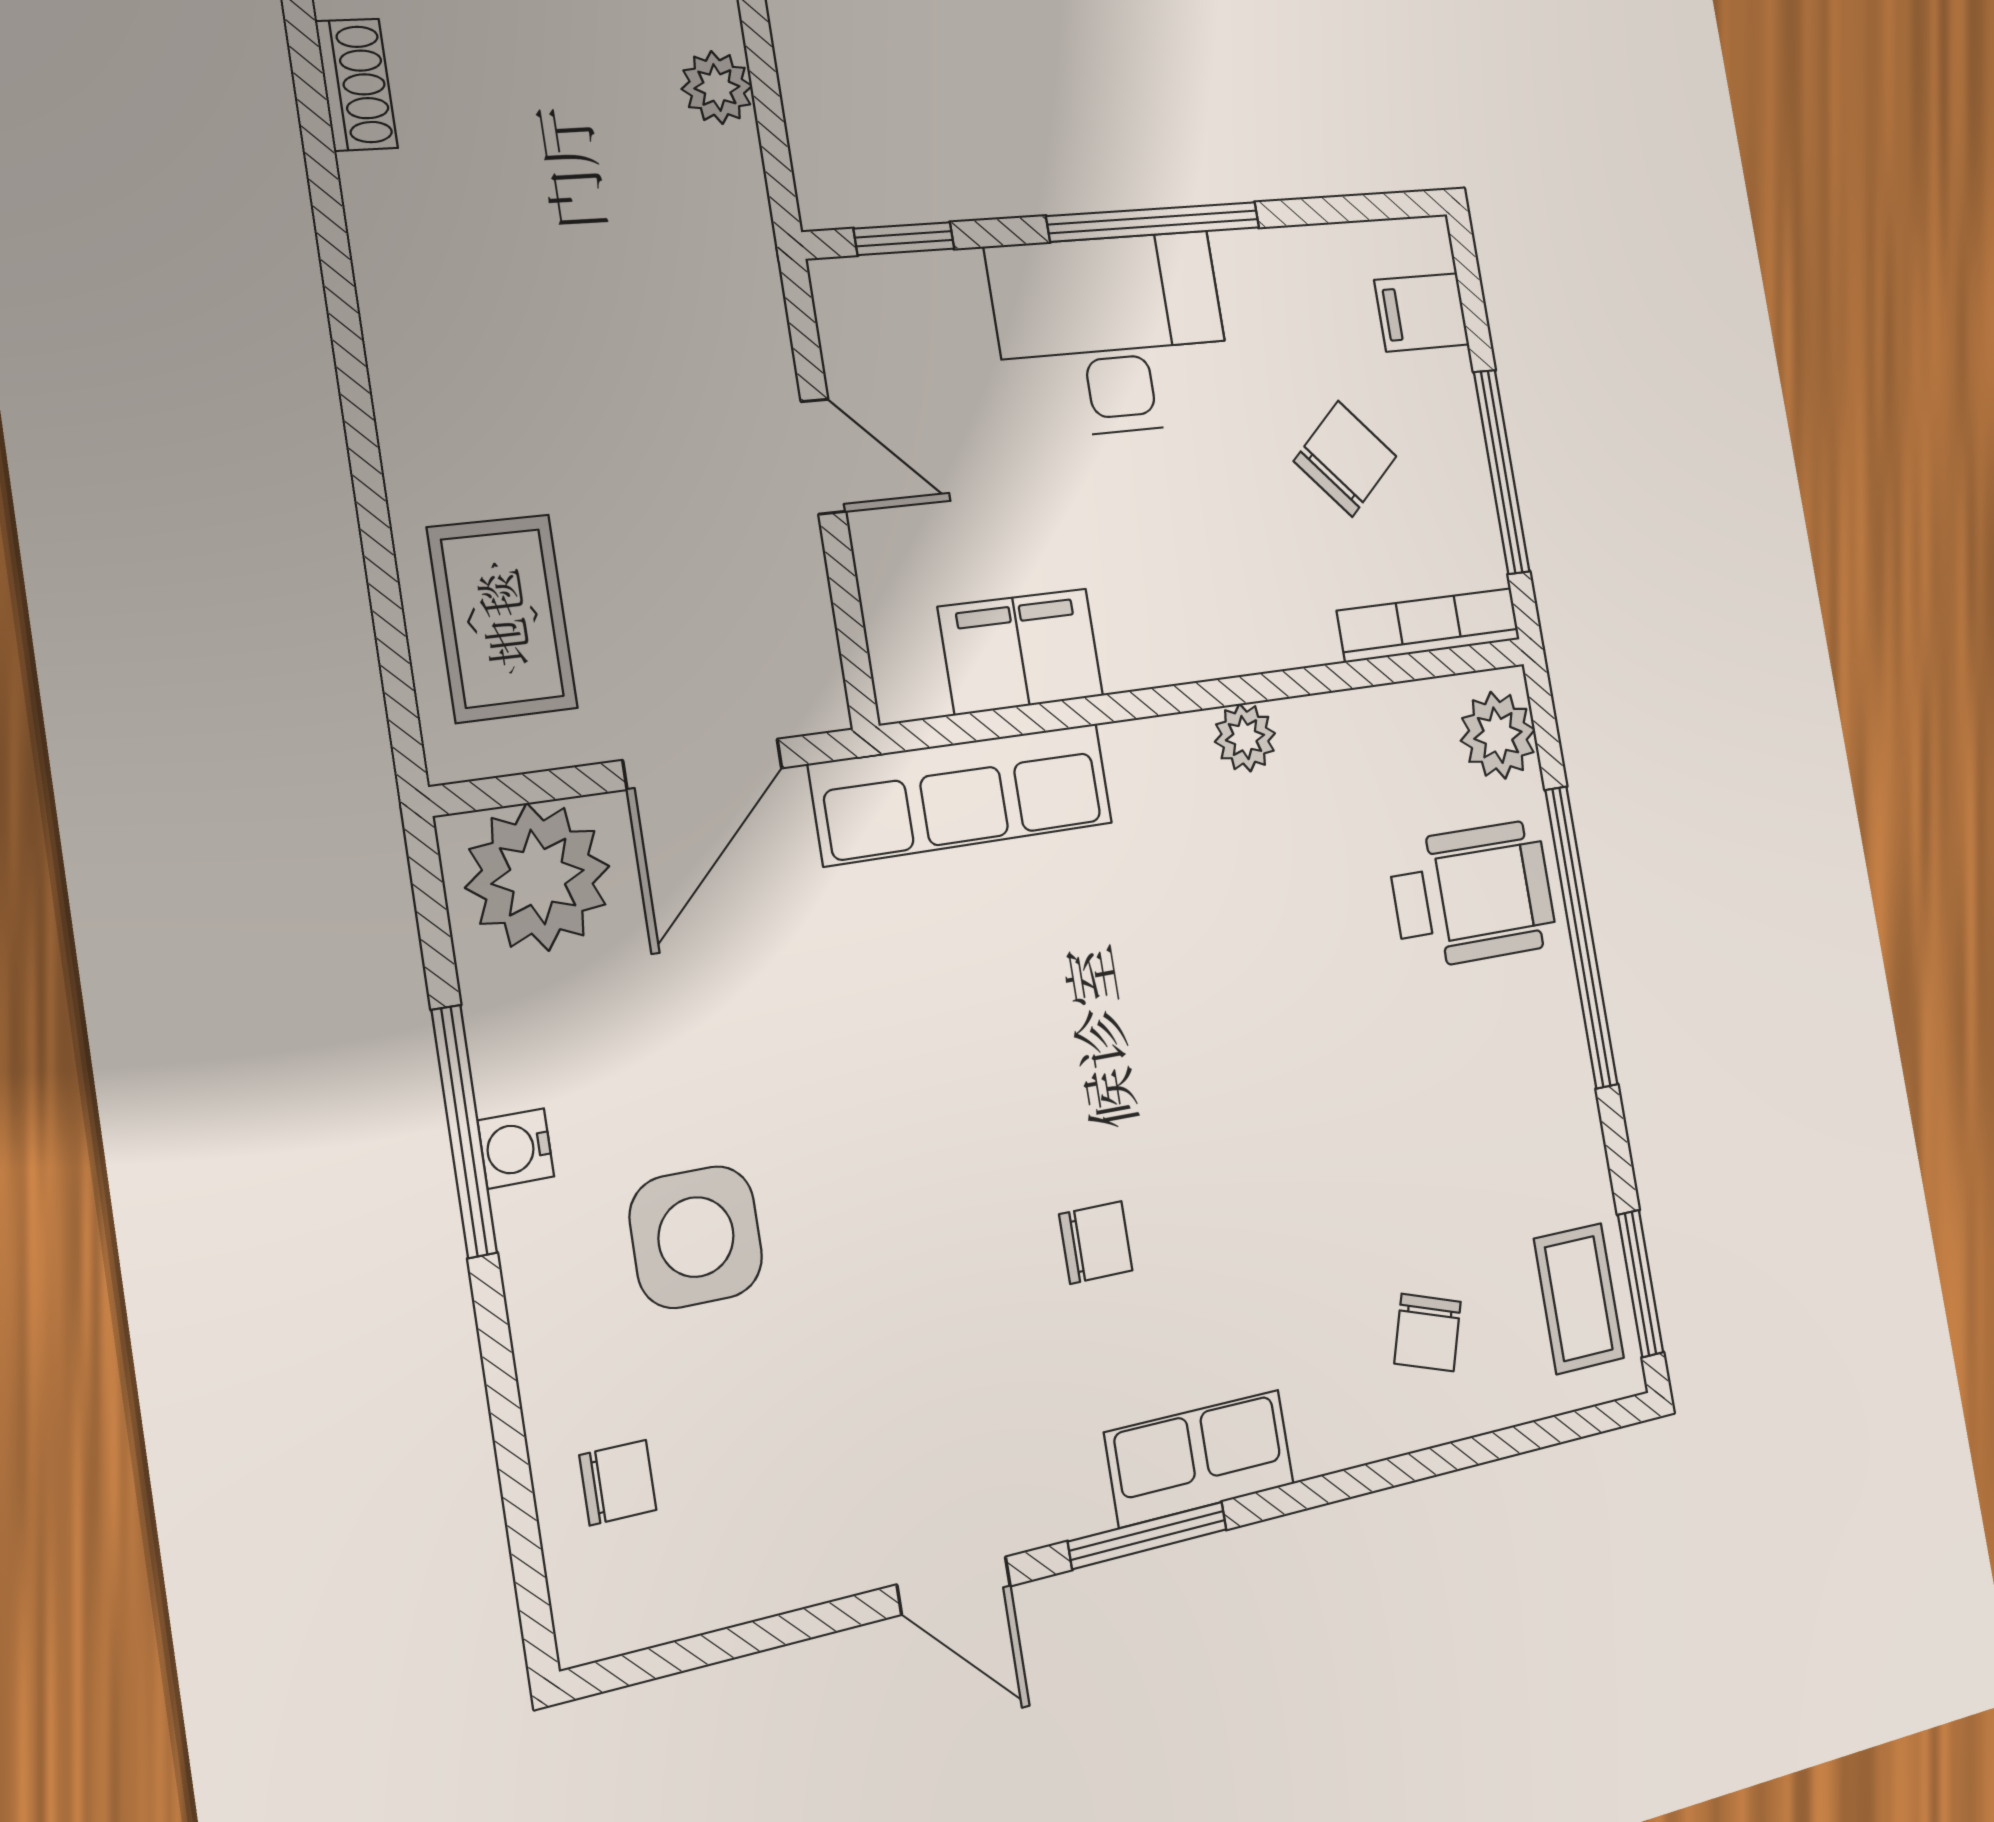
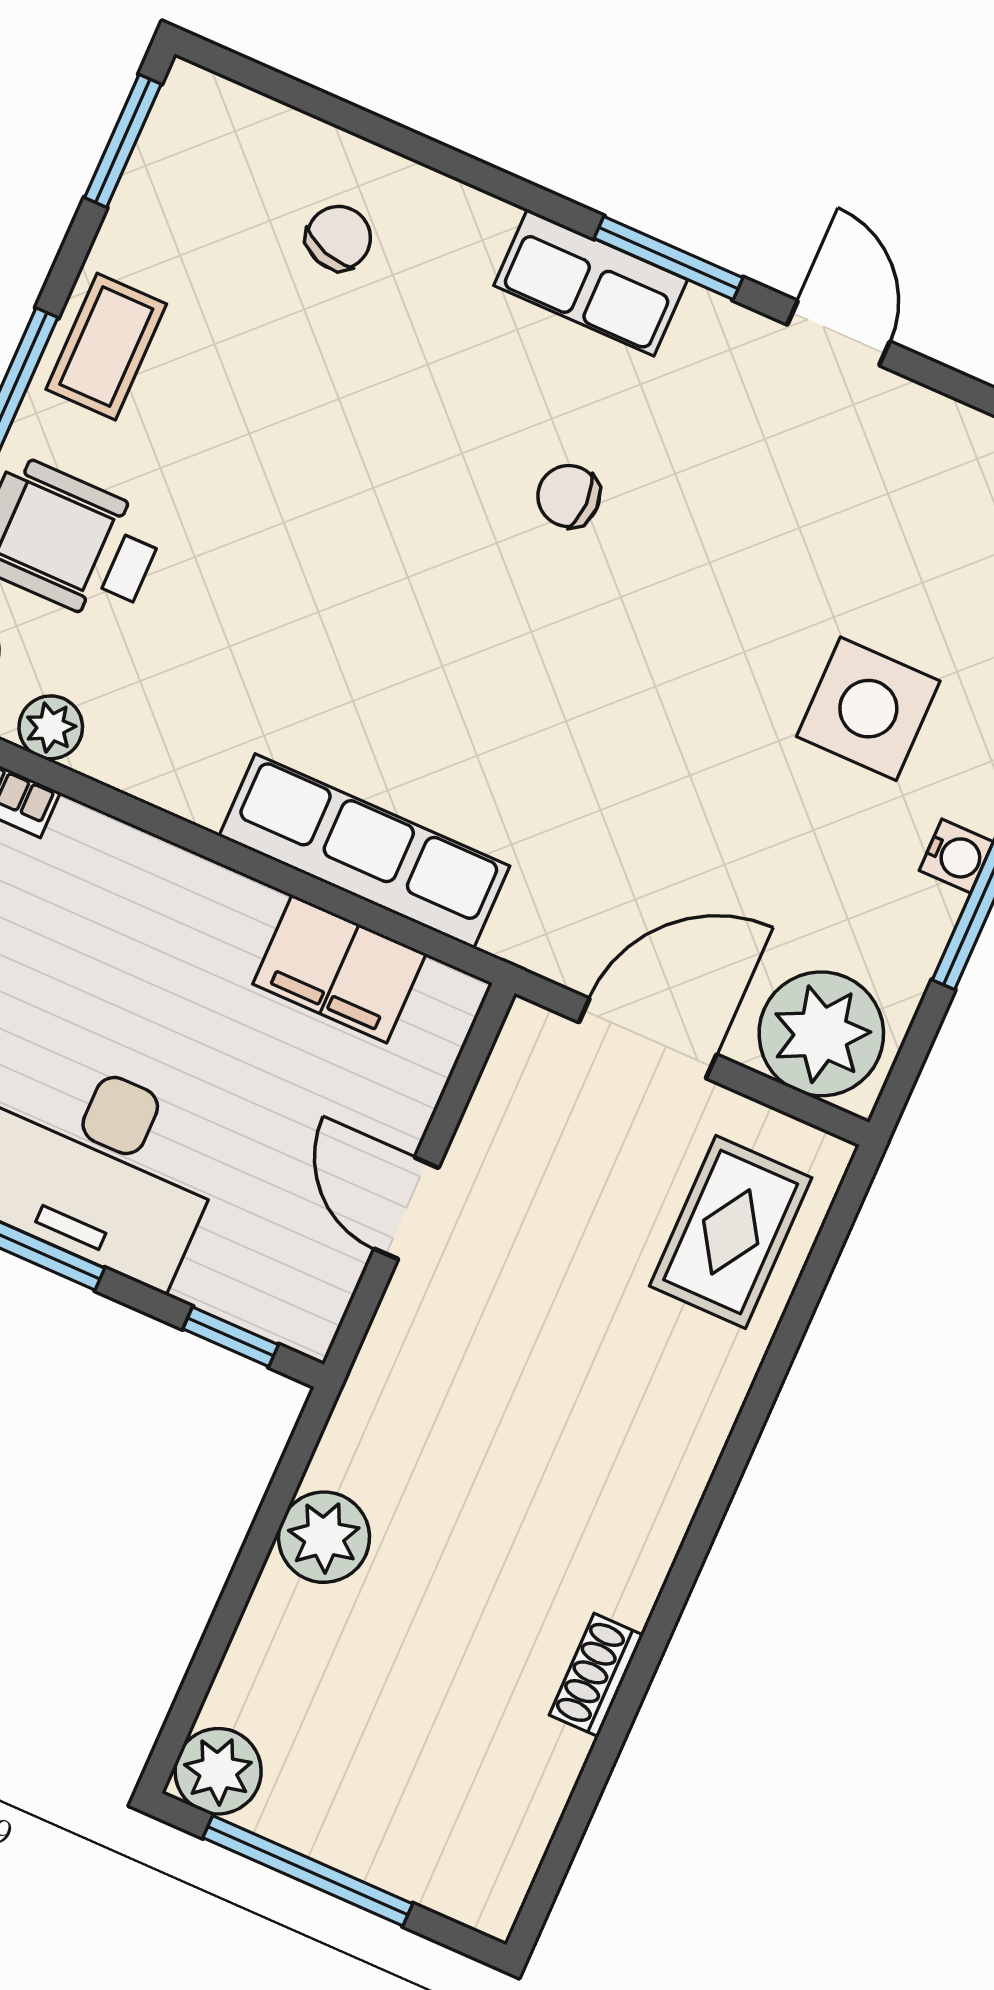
plant: (717, 87) -> (324, 1537), width x1.38, depth x1.38
plant: (1245, 738) -> (51, 727), moved
row of seats: (962, 794) -> (364, 851), moved
coffee table: (1579, 1298) -> (106, 347), moved

